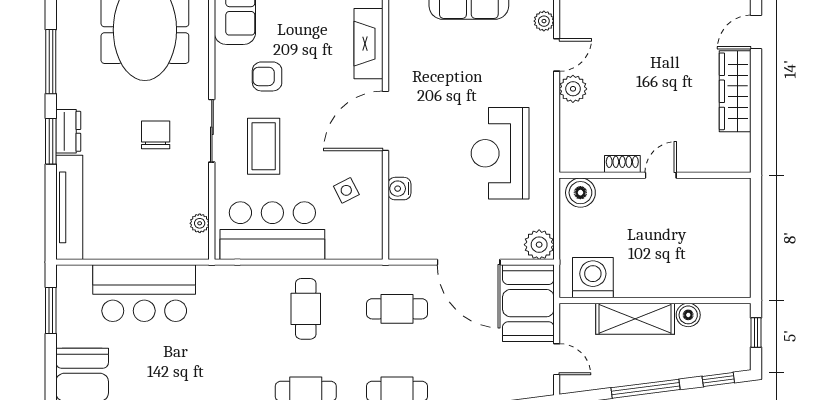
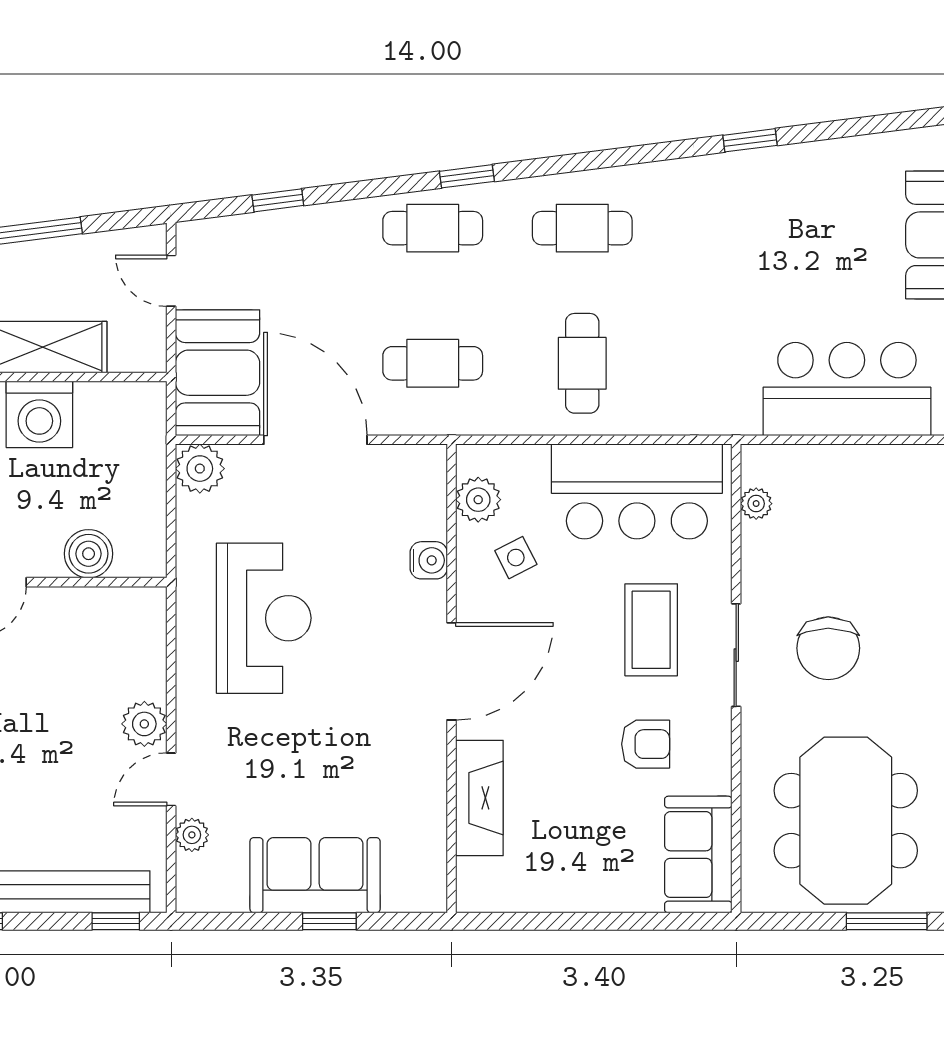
chair: (156, 135) -> (828, 648), width x1.37, depth x1.37
shoe rack: (622, 164) -> (64, 600), removed
boiler: (580, 193) -> (89, 554), moved
plant: (369, 226) -> (478, 500), added
washing machine: (593, 278) -> (39, 414), moved

